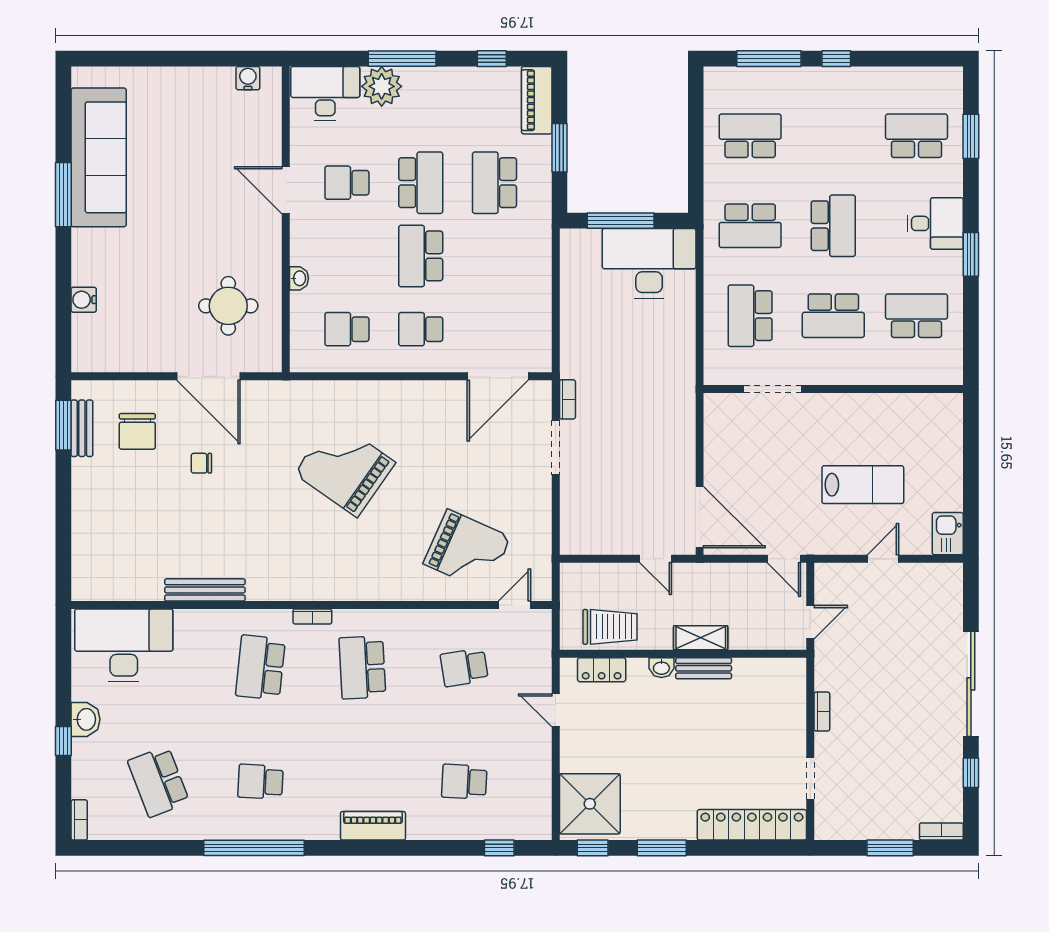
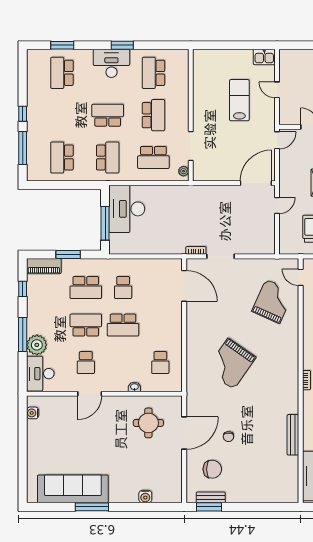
desk: (935, 223) -> (111, 63), width x1.37
school desk: (421, 329) -> (123, 288), moved
plant: (723, 375) -> (184, 171), added

